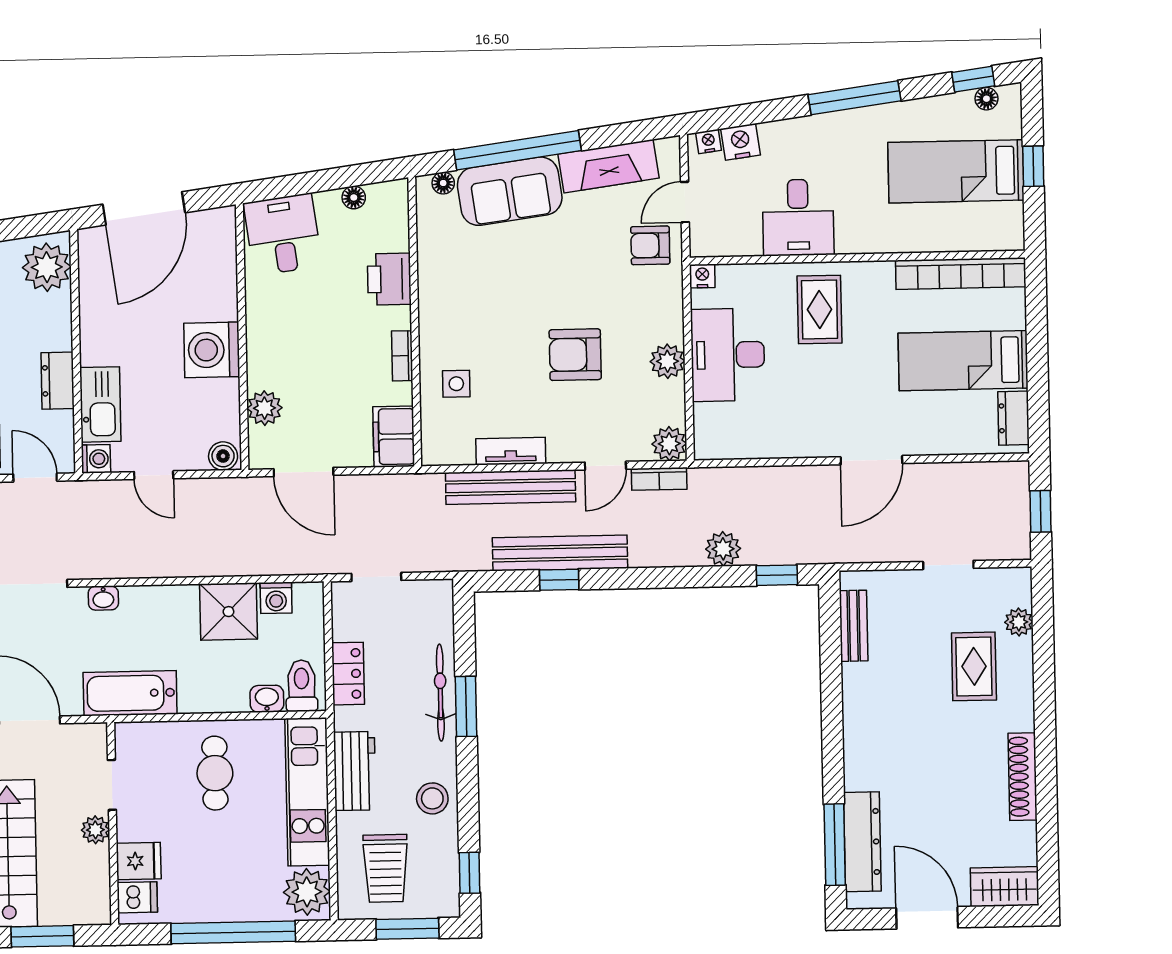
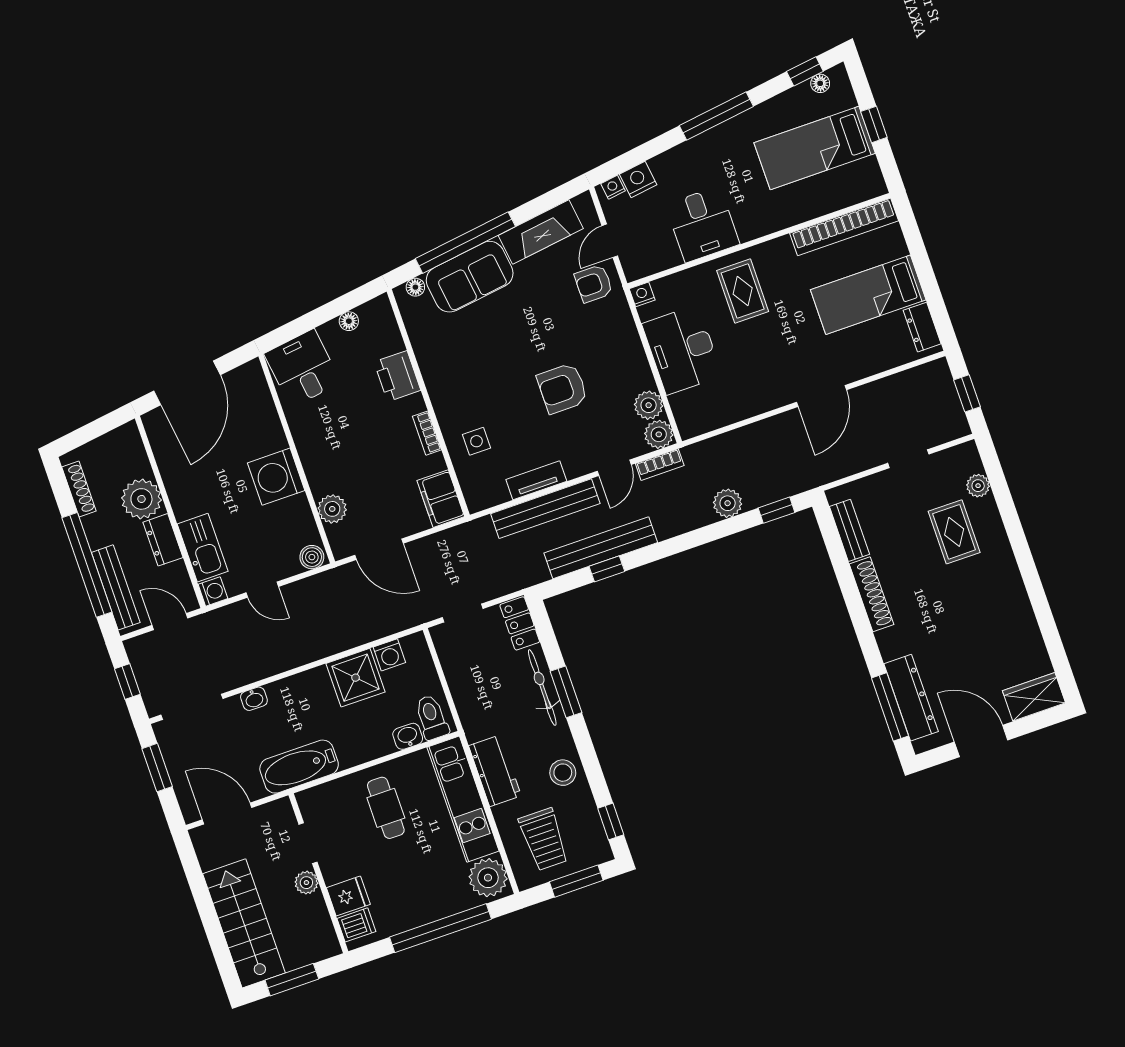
plant: (47, 267) -> (141, 499), moved
plant: (667, 361) -> (649, 405), moved
locker: (348, 674) -> (520, 623), moved, turned 180
shoe rack: (1023, 777) -> (872, 594), moved, turned 180

